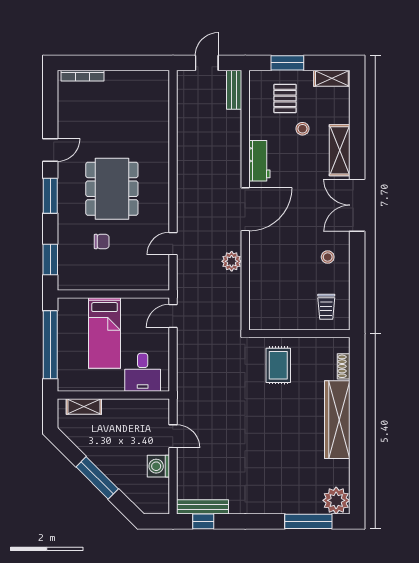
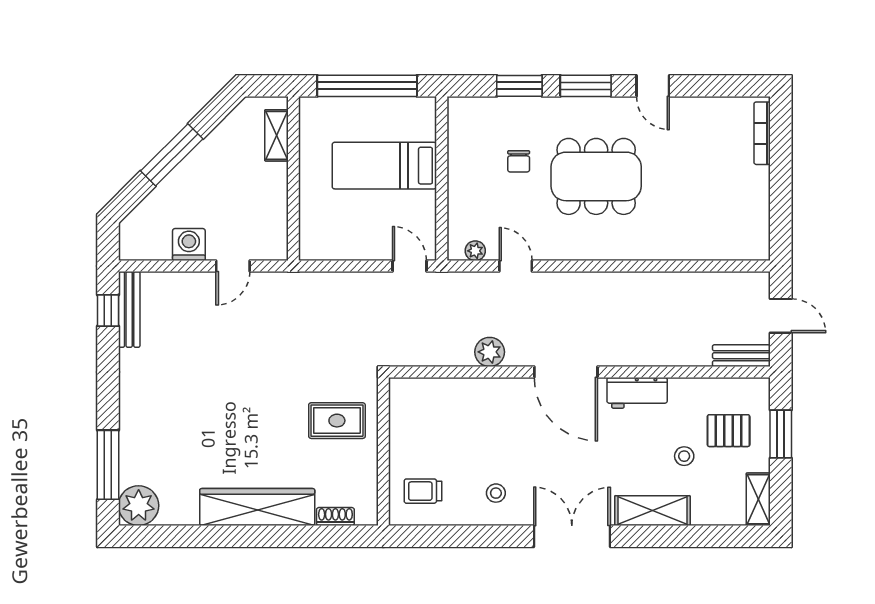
window: (50, 259) -> (519, 86), moved
plant: (163, 271) -> (475, 251), added
desk: (143, 372) -> (327, 222), removed

